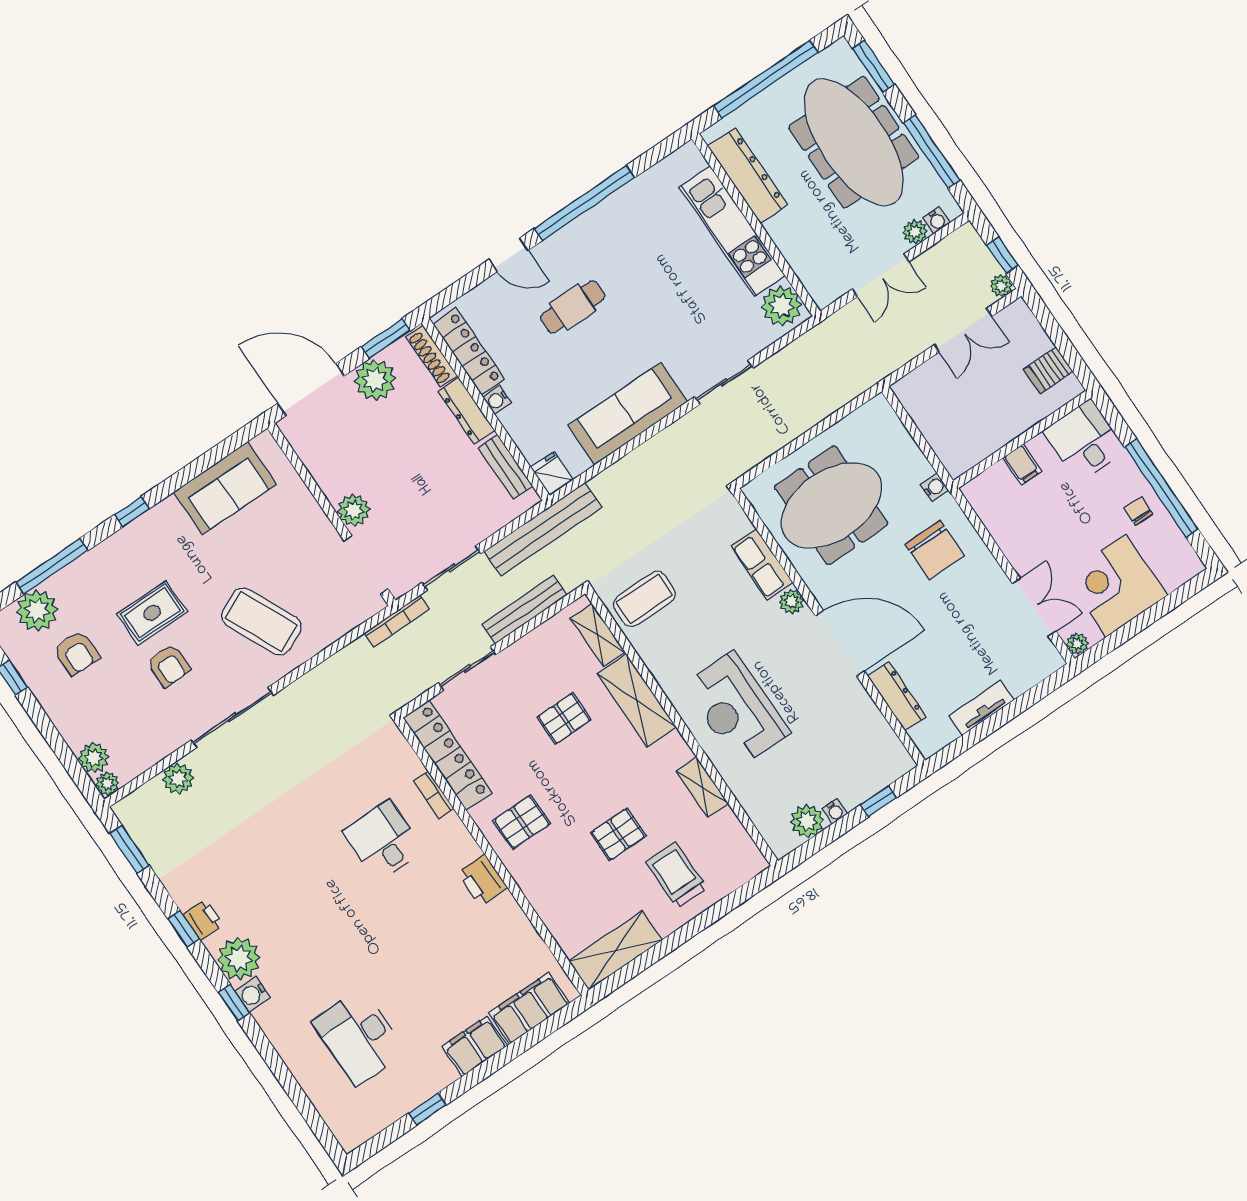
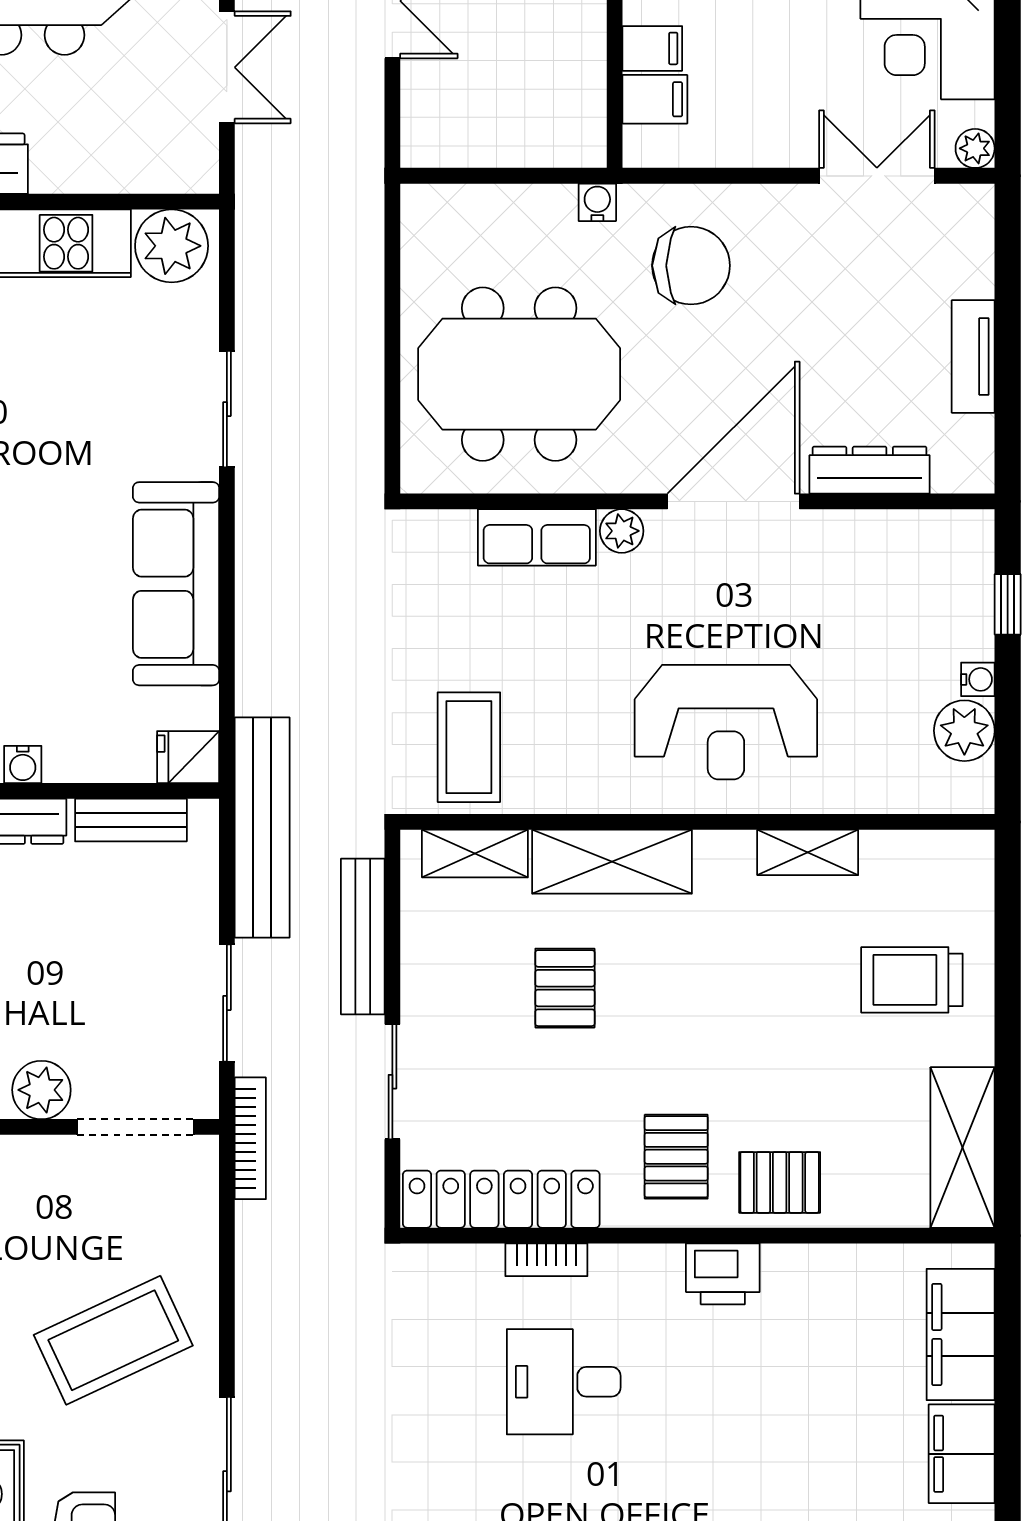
filing cabinet: (1000, 482) -> (655, 99), added
meeting table: (831, 505) -> (519, 374), turned 90
pallet: (618, 834) -> (780, 1182), moved, turned 90

